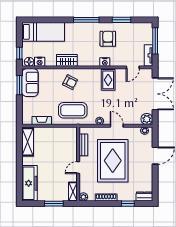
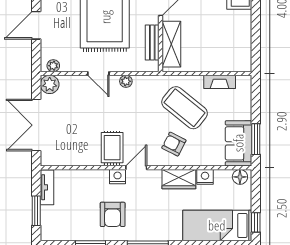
window: (155, 41) -> (36, 211), width x0.69
window: (19, 53) -> (256, 222), moved
nightstand: (40, 62) -> (205, 177), moved
door: (133, 67) -> (136, 168), moved
coffee table: (73, 110) -> (185, 108), moved, turned 39
shelving: (28, 142) -> (171, 44), moved

